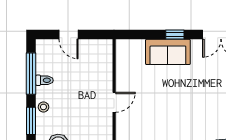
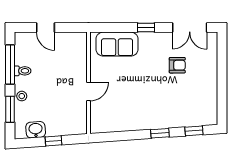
sofa: (168, 52) -> (117, 44), moved
armchair: (208, 74) -> (177, 65), added

